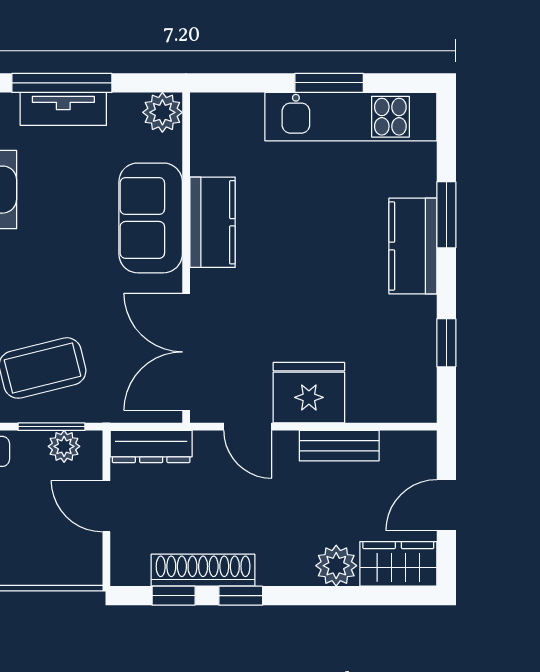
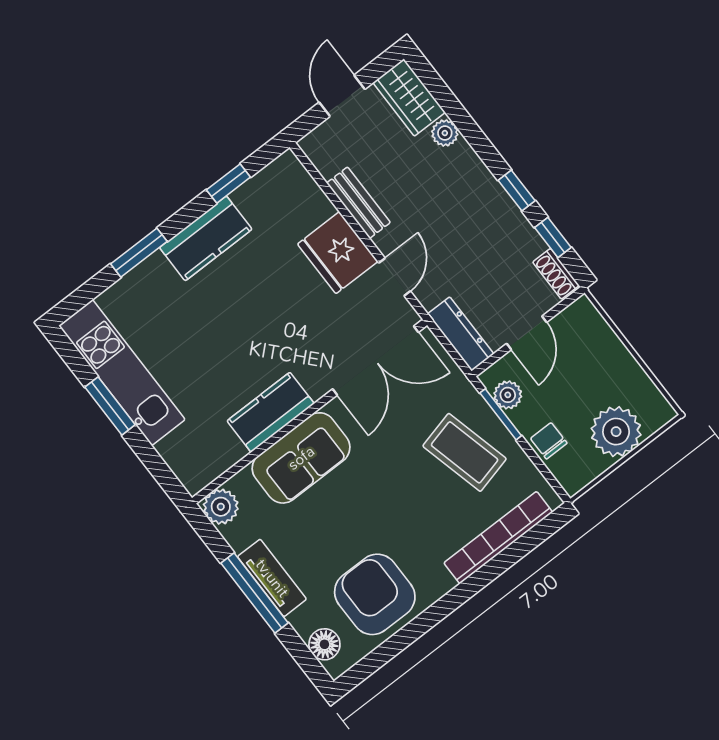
kitchen counter: (413, 246) -> (206, 238), moved
door: (446, 505) -> (342, 96), swing flipped
plant: (336, 566) -> (445, 133), width x0.73, depth x0.73
shoe rack: (203, 570) -> (556, 274), moved, width x0.51, depth x0.81

